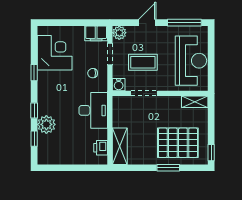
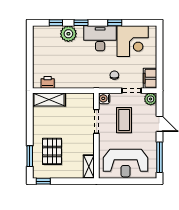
desk: (93, 110) -> (100, 38), moved, turned 180
pallet: (178, 143) -> (52, 151), width x0.73, depth x0.71
window: (168, 168) -> (30, 156), moved

